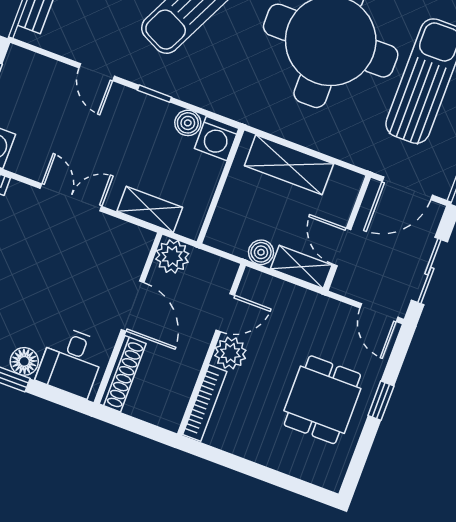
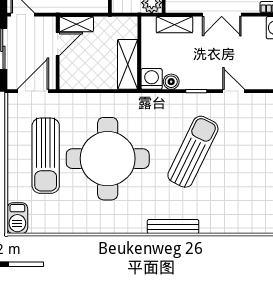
shelving: (289, 165) -> (128, 64), moved, turned 90
door: (342, 247) -> (58, 44), hinge flipped
boiler: (261, 252) -> (102, 24), removed

